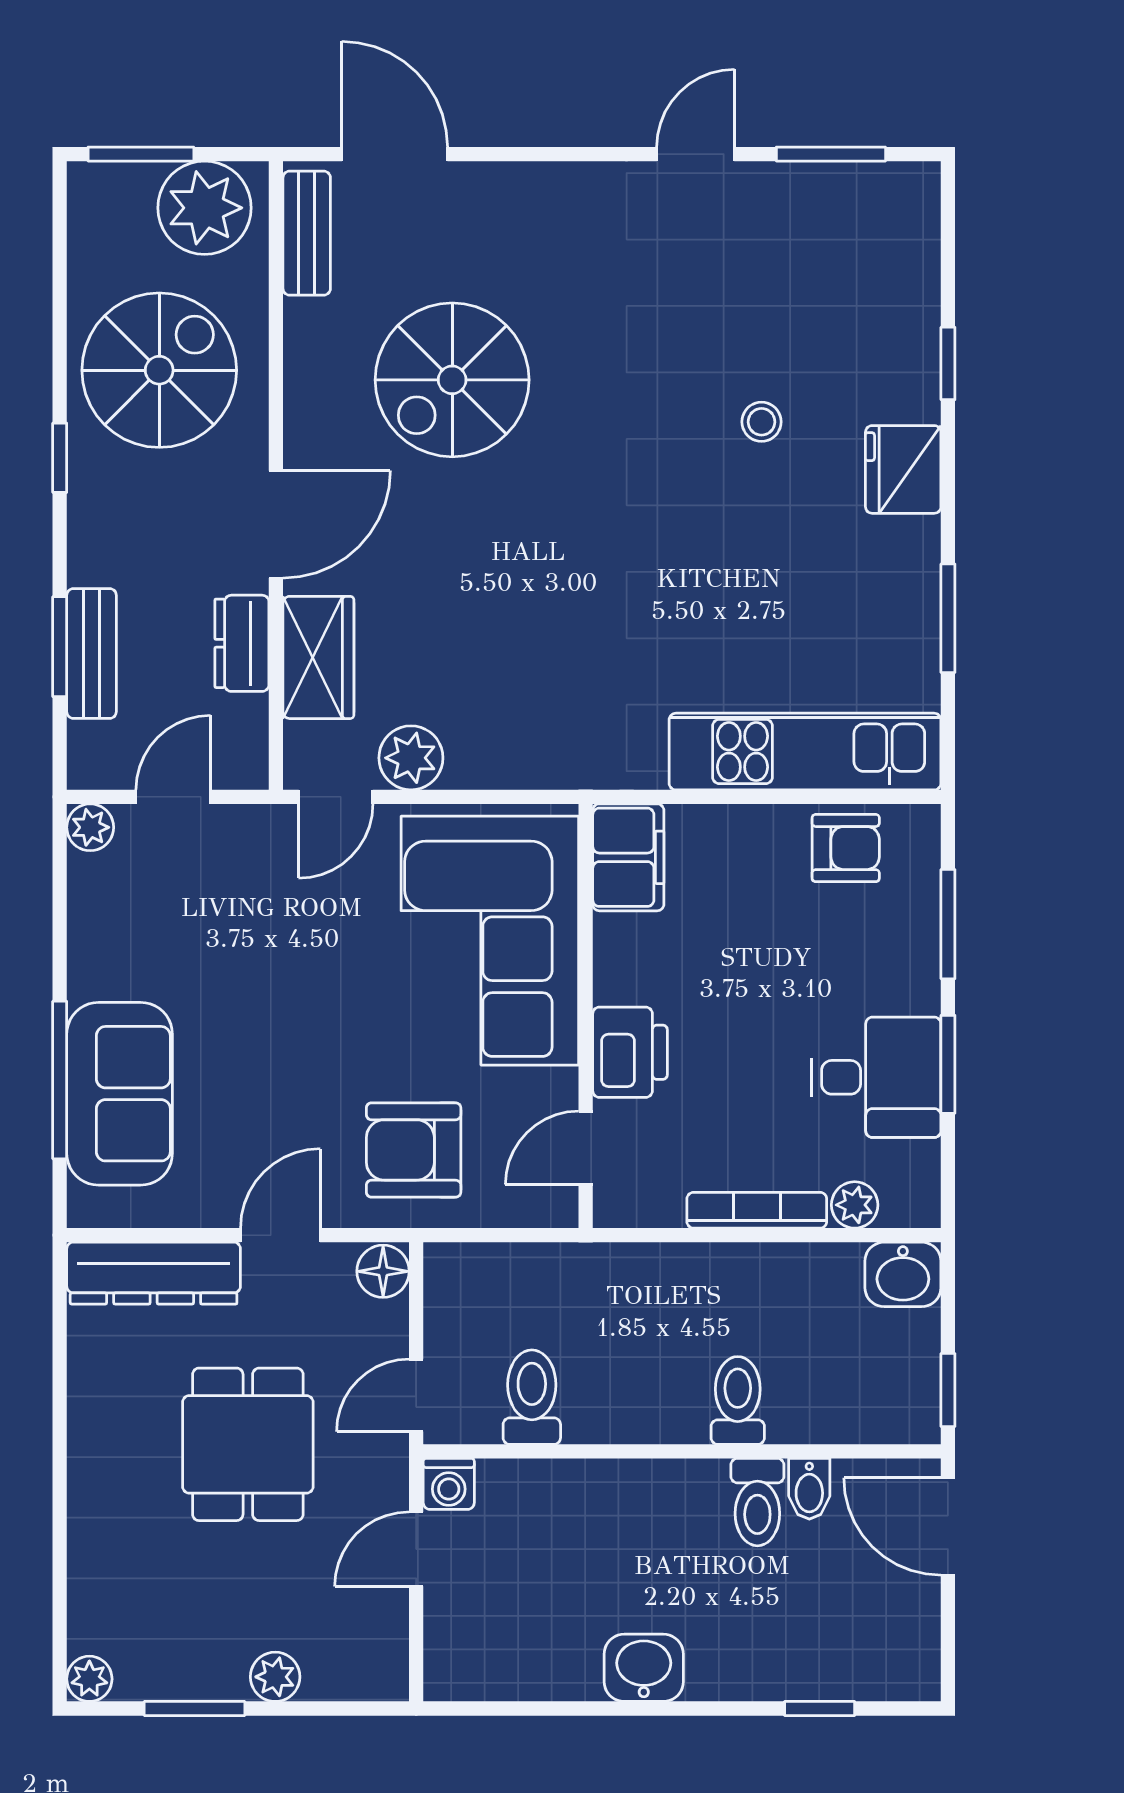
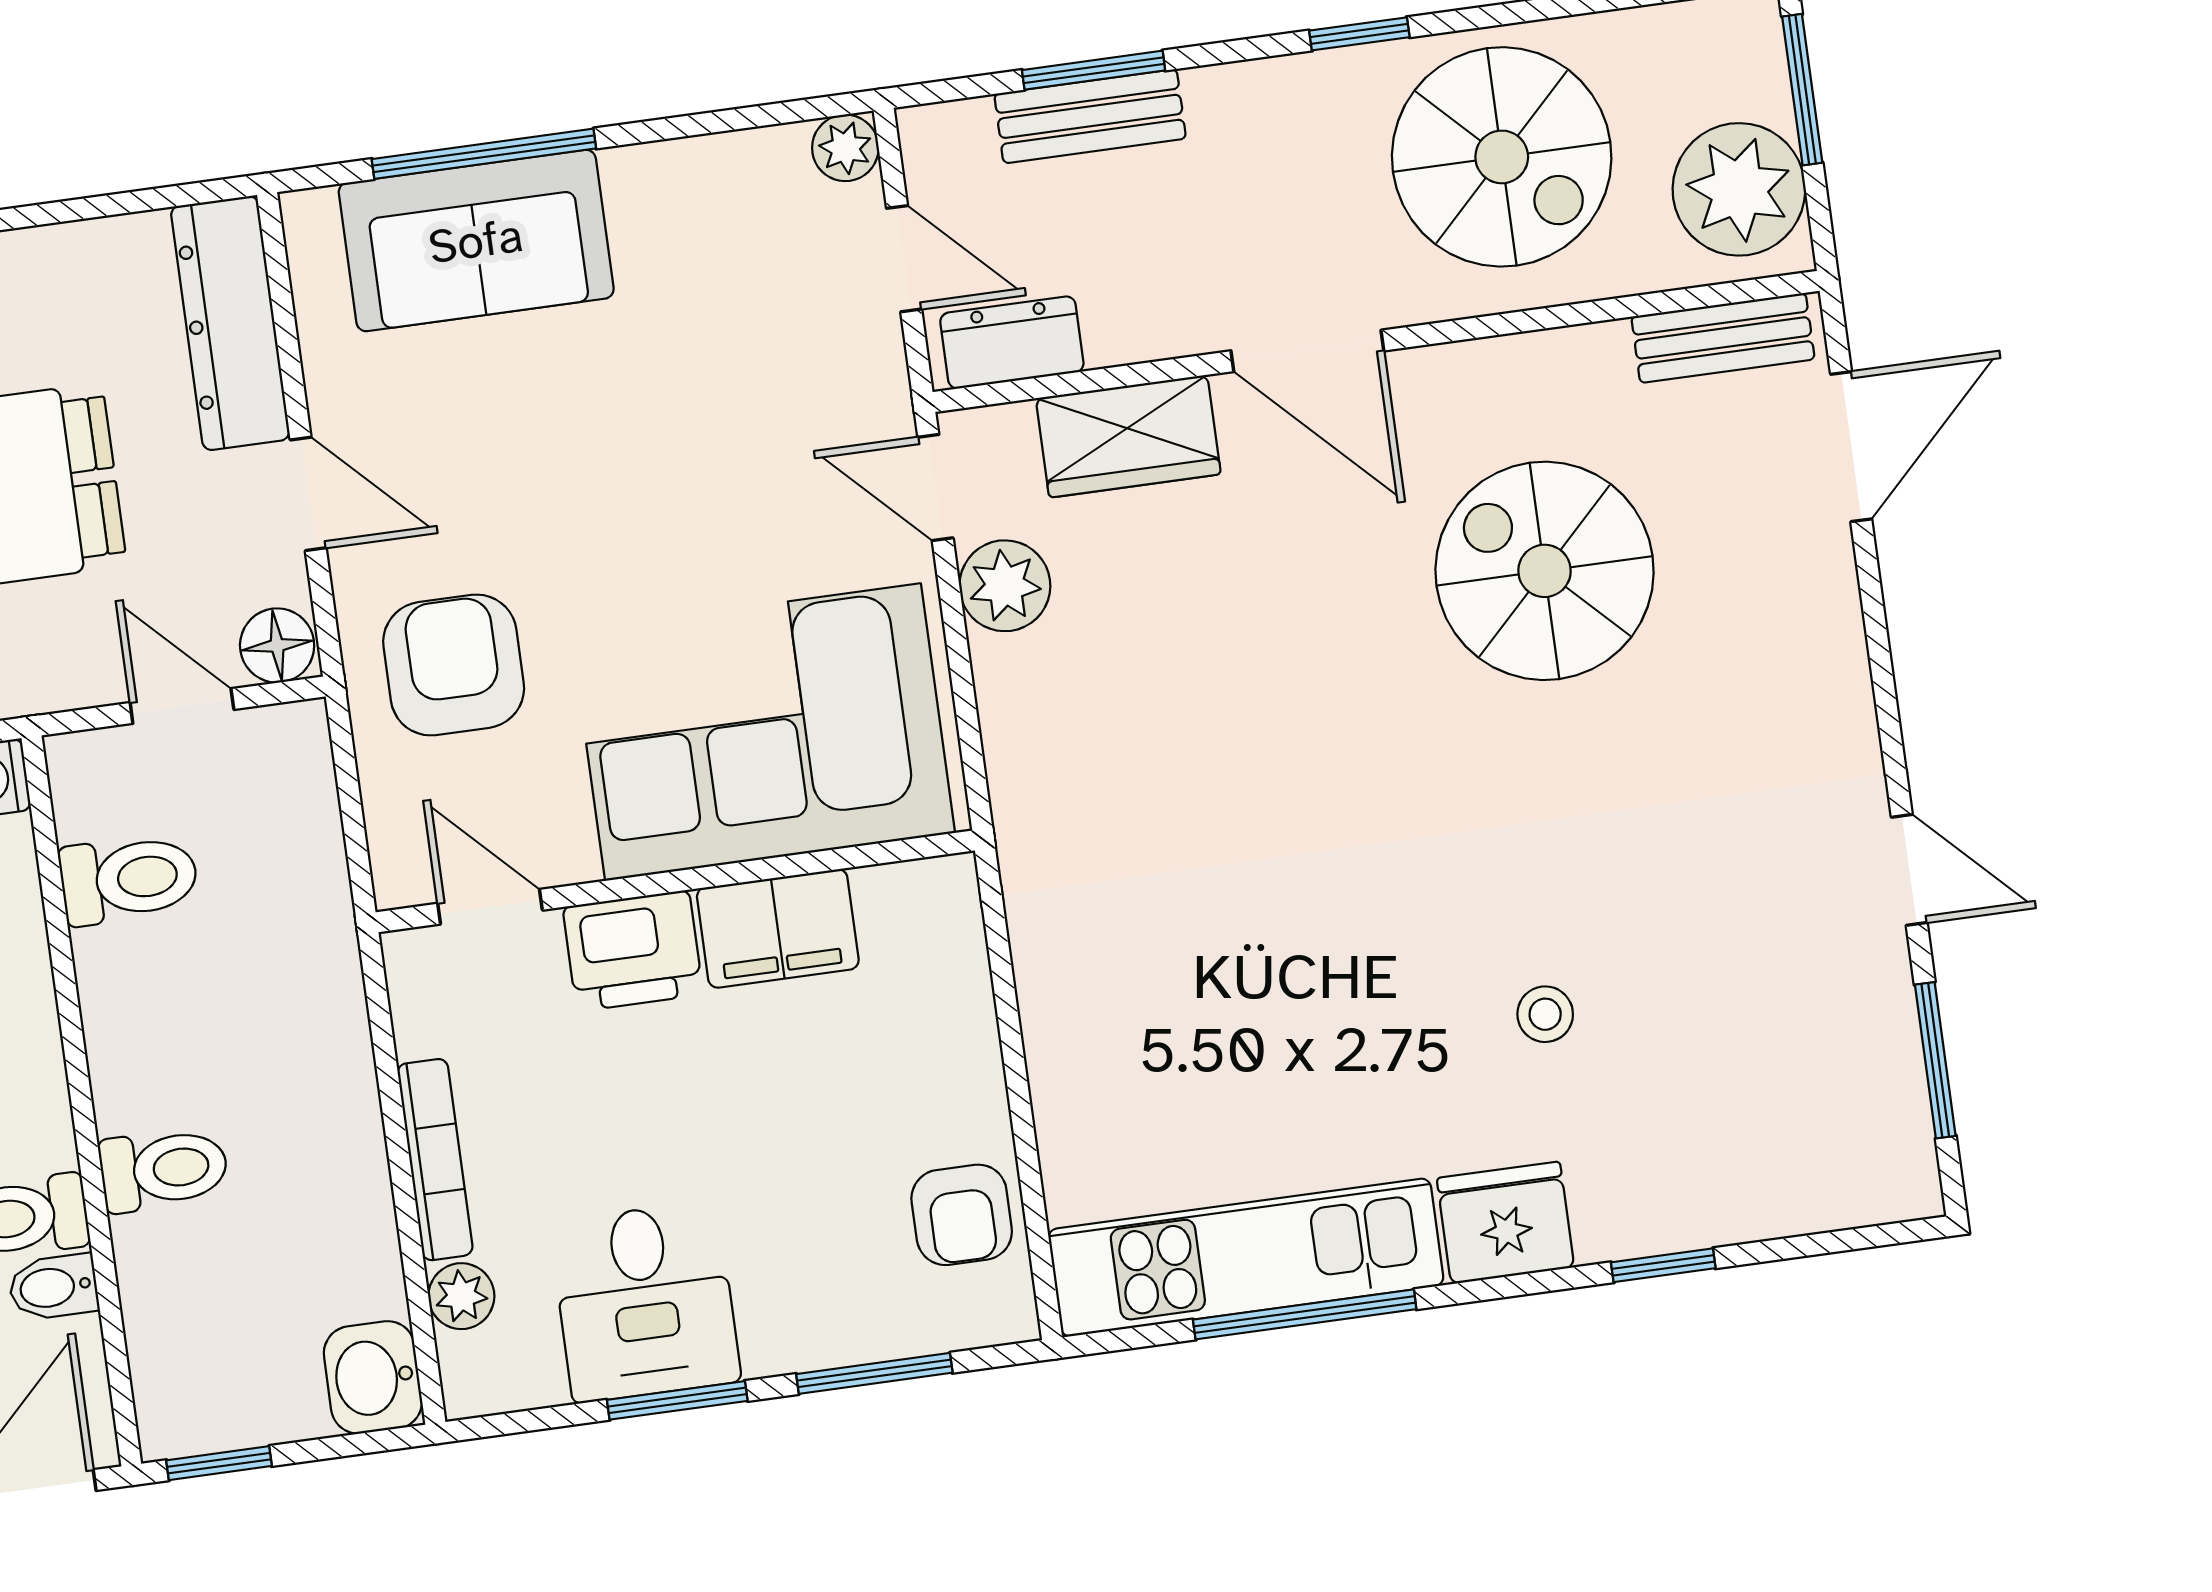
window: (948, 618) -> (1305, 1314), width x1.44
dresser: (242, 643) -> (1012, 343), moved
kitchen unit: (805, 752) -> (1246, 1258), moved, turned -90
filing cabinet: (628, 857) -> (778, 928), moved
door: (416, 1395) -> (182, 706), moved

